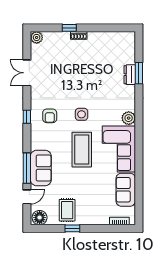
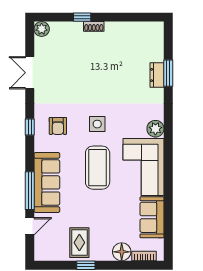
sofa: (41, 168) -> (47, 182), width x1.36
floor lamp: (40, 218) -> (122, 252), moved

